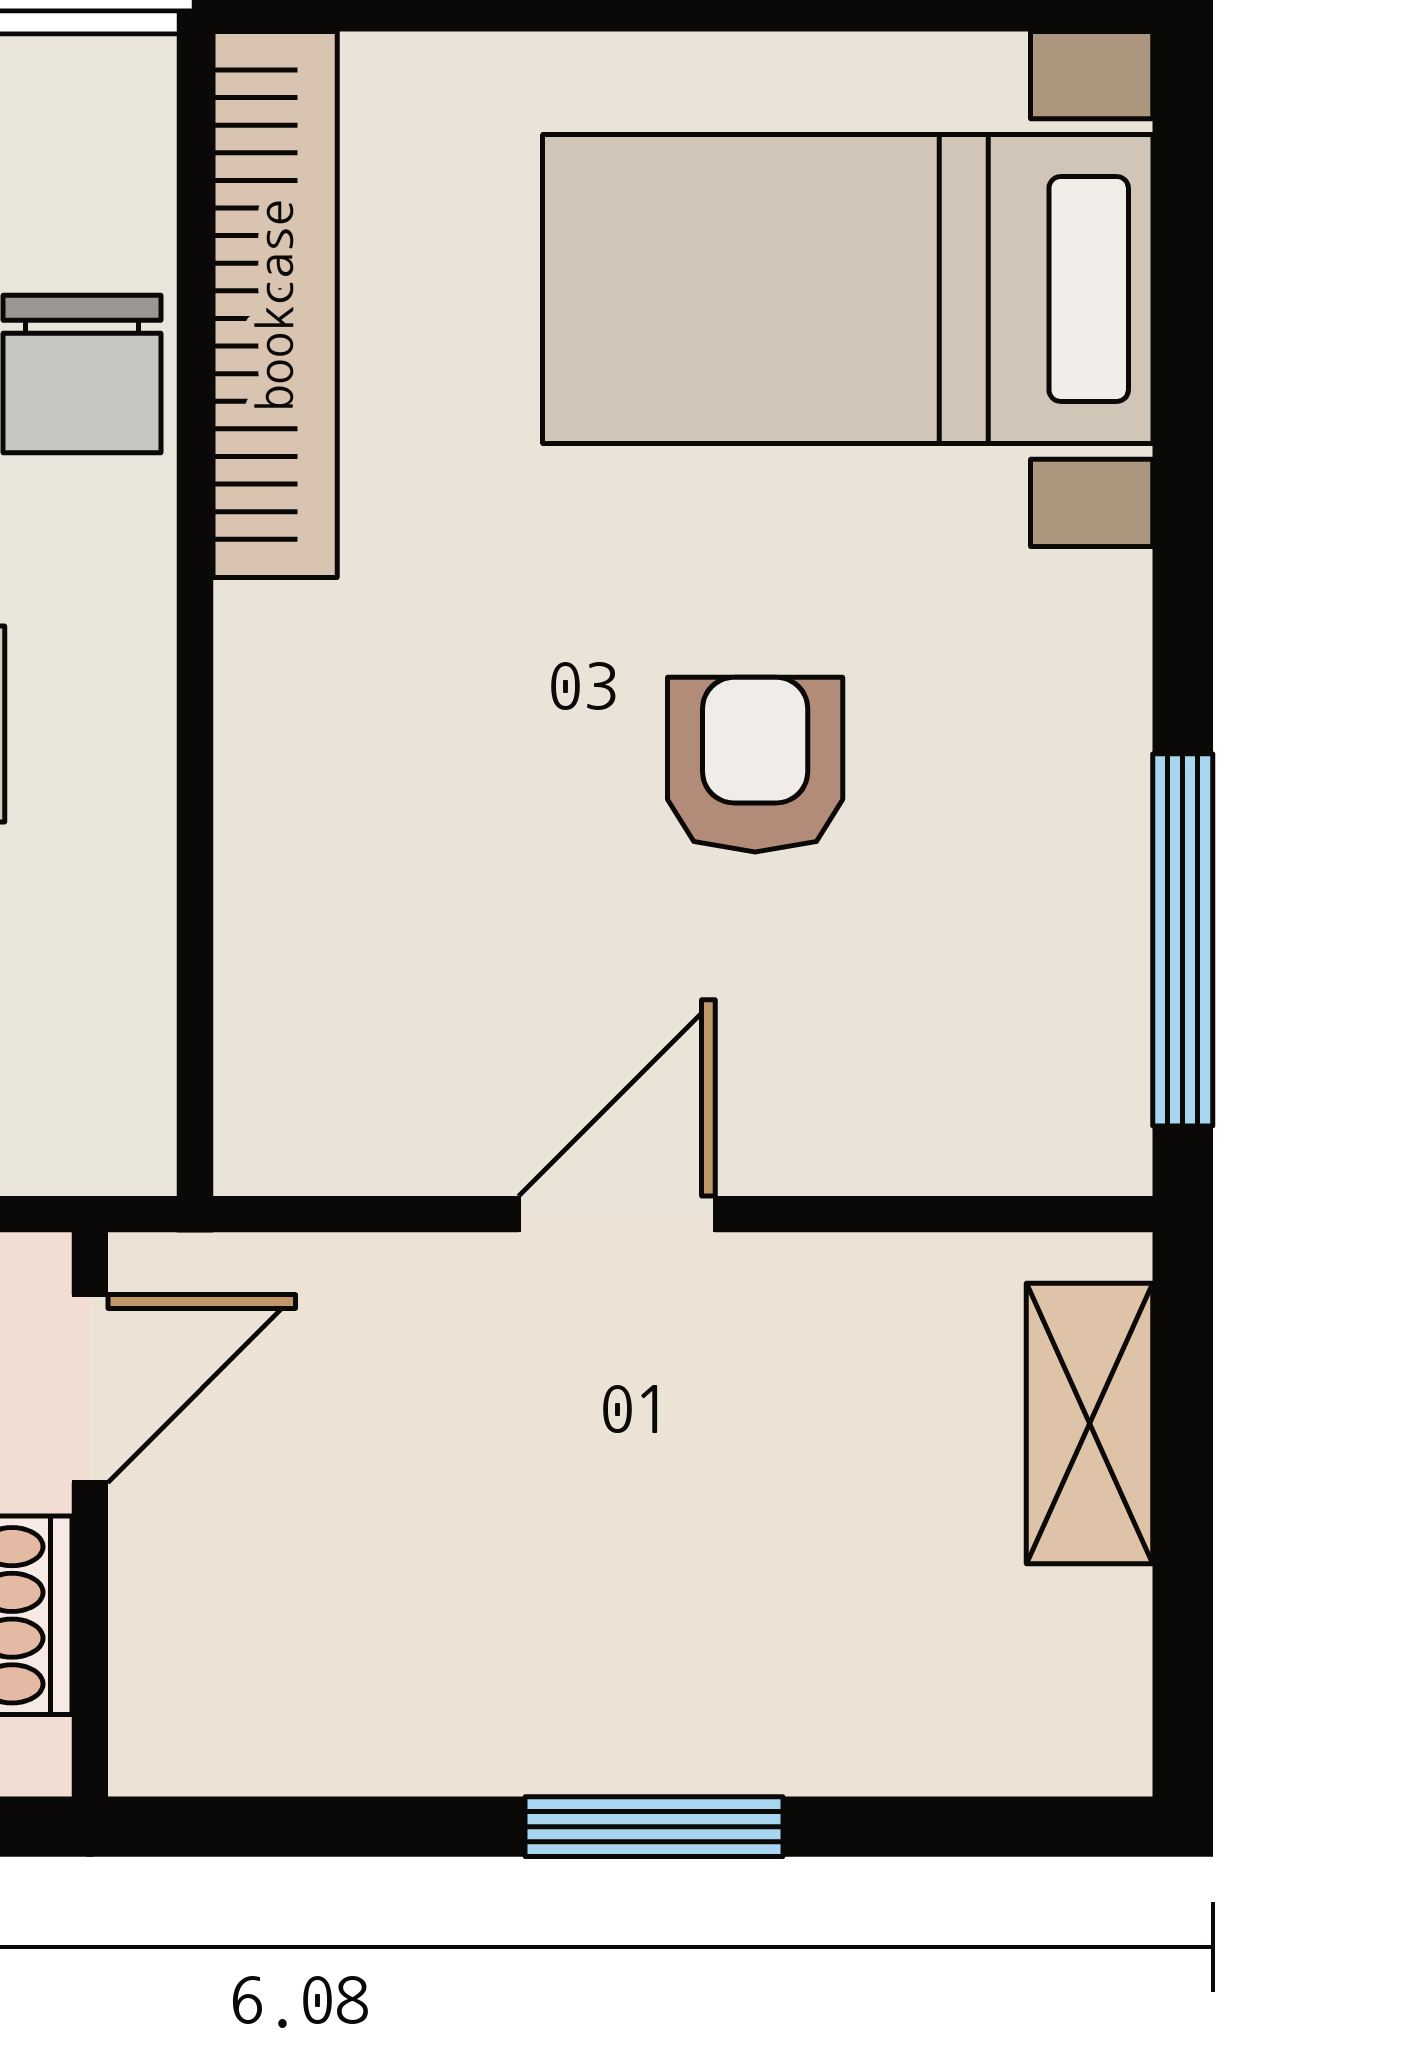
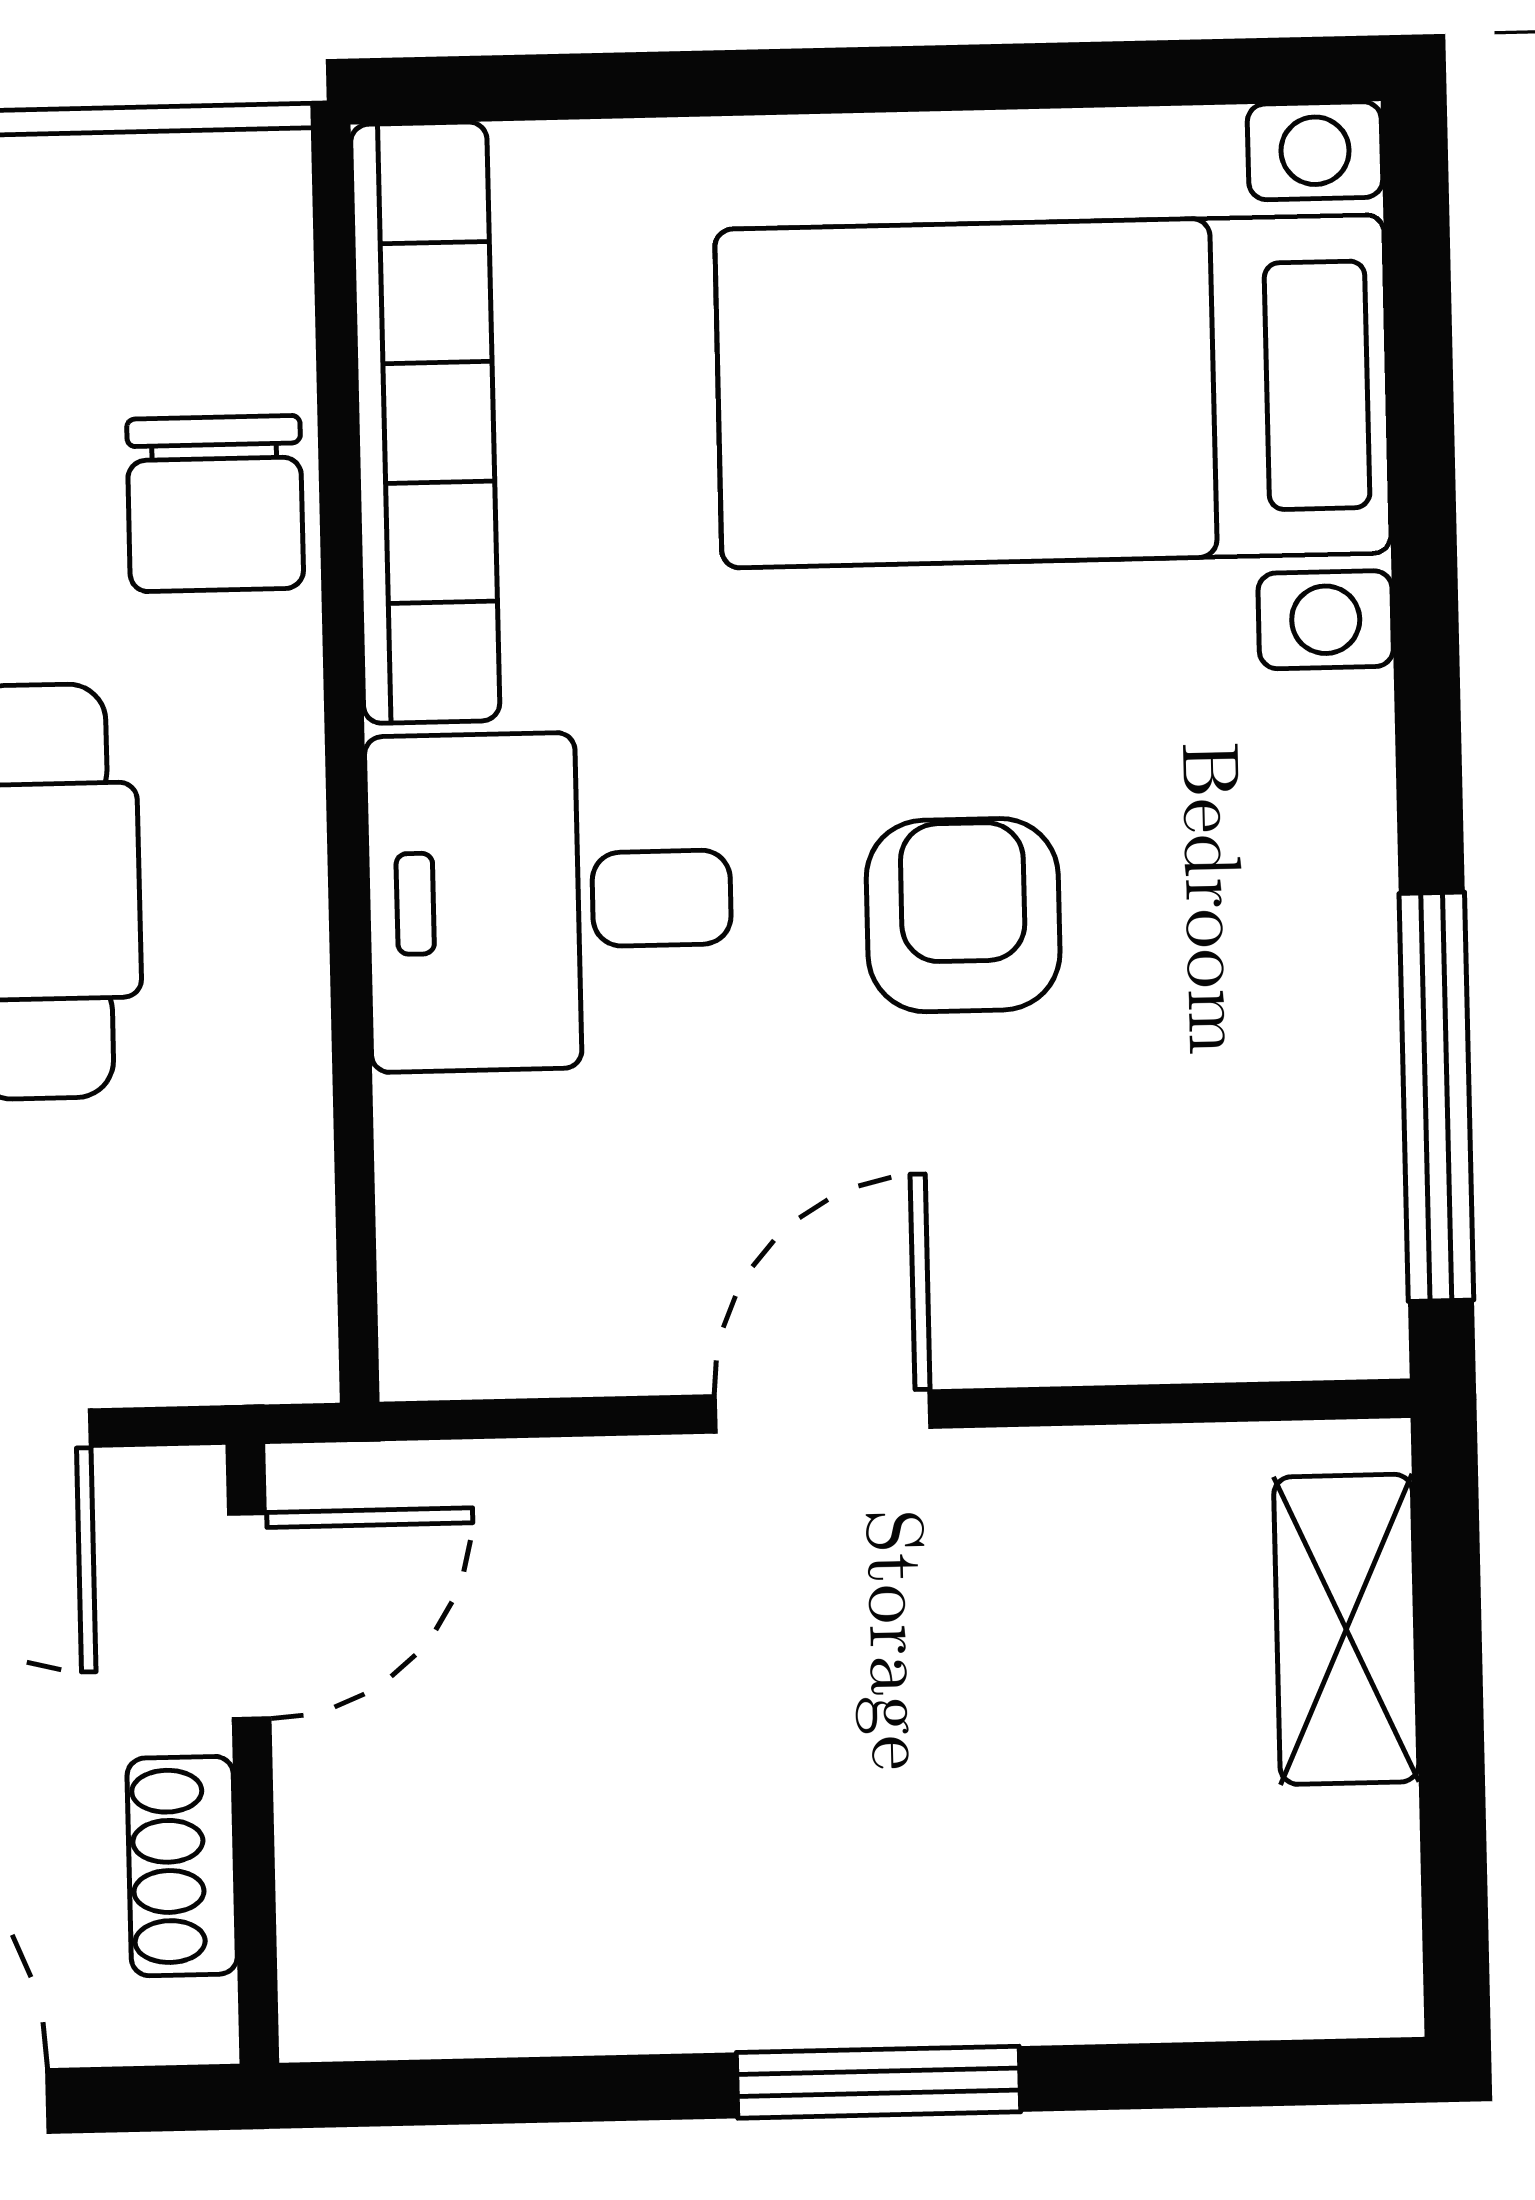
desk: (378, 743) -> (549, 901), added

